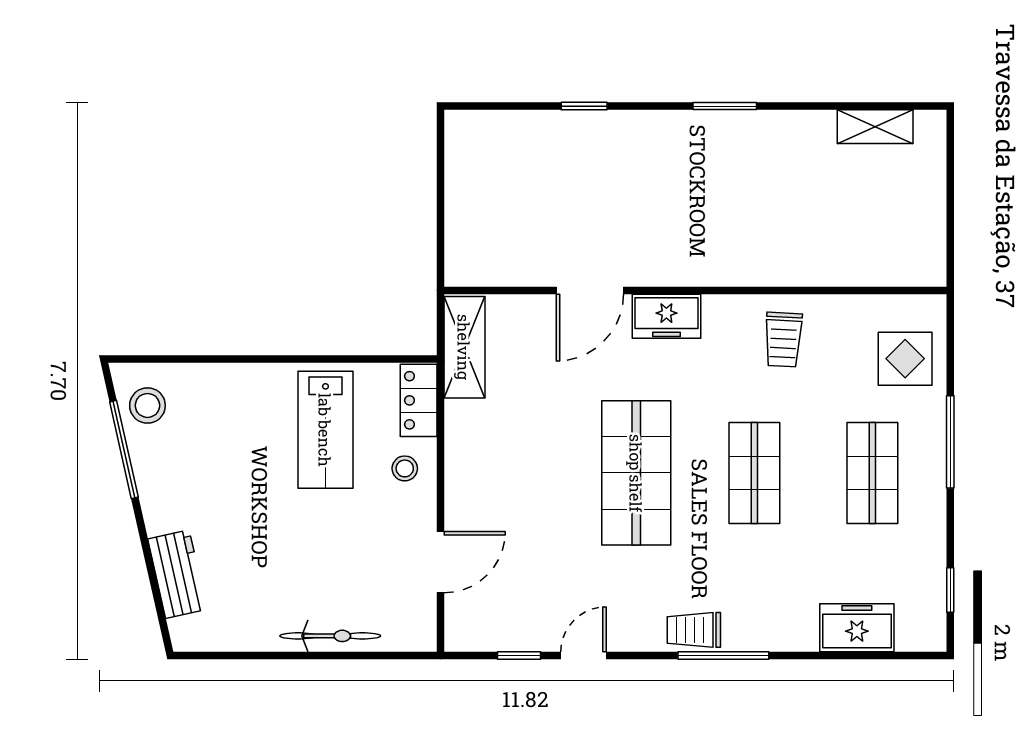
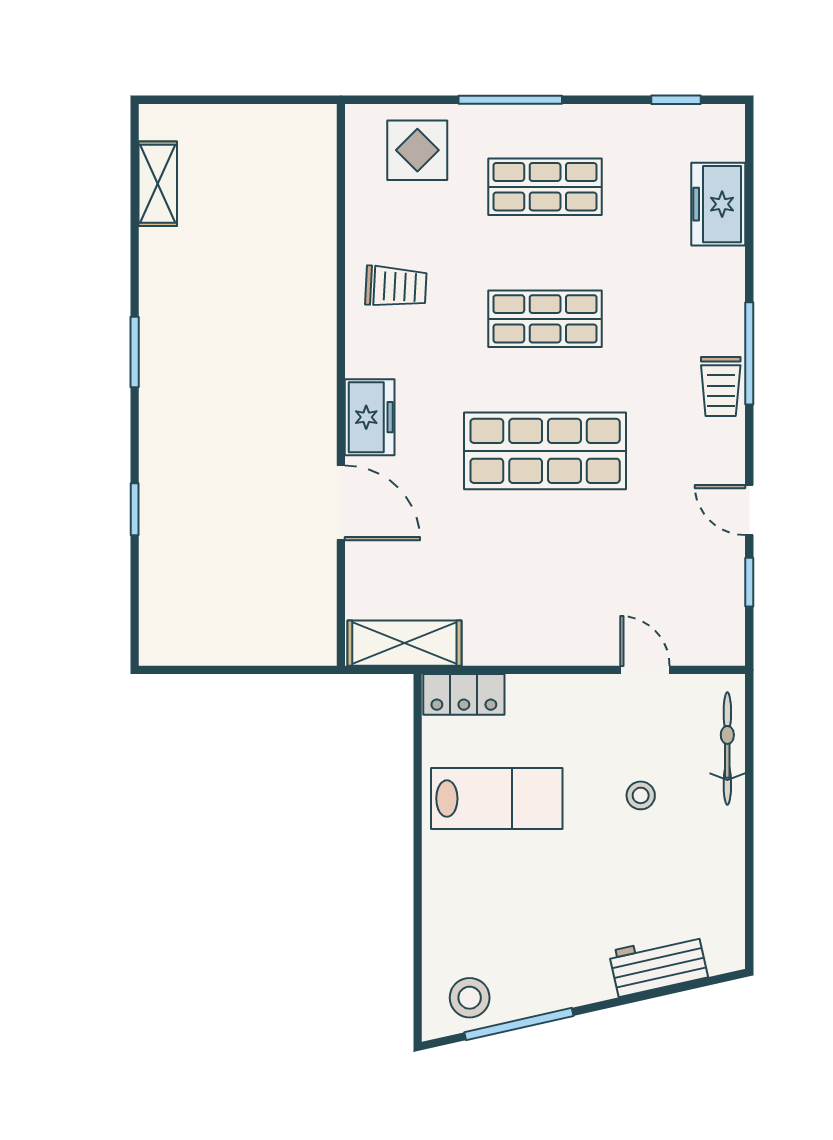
stool: (405, 468) -> (641, 795), moved
door: (441, 562) -> (645, 670), width x0.73
bicycle: (330, 636) -> (727, 749), moved

